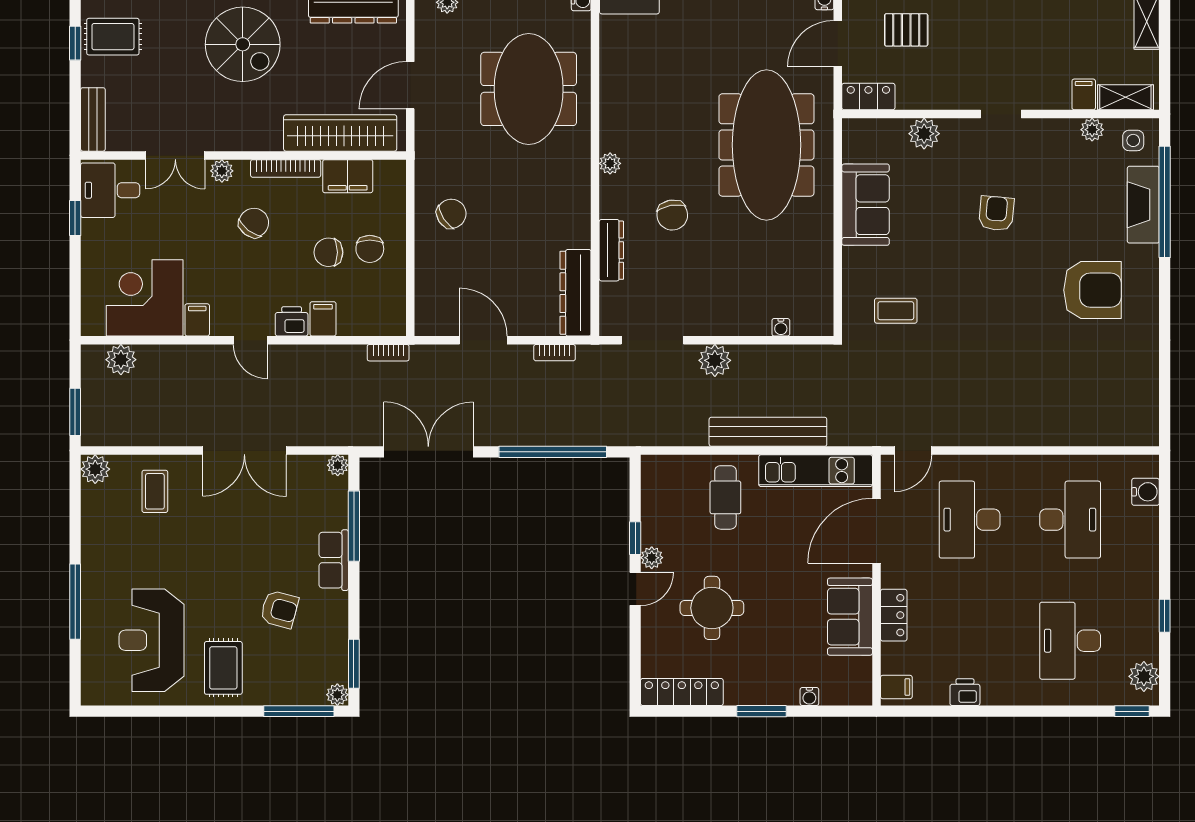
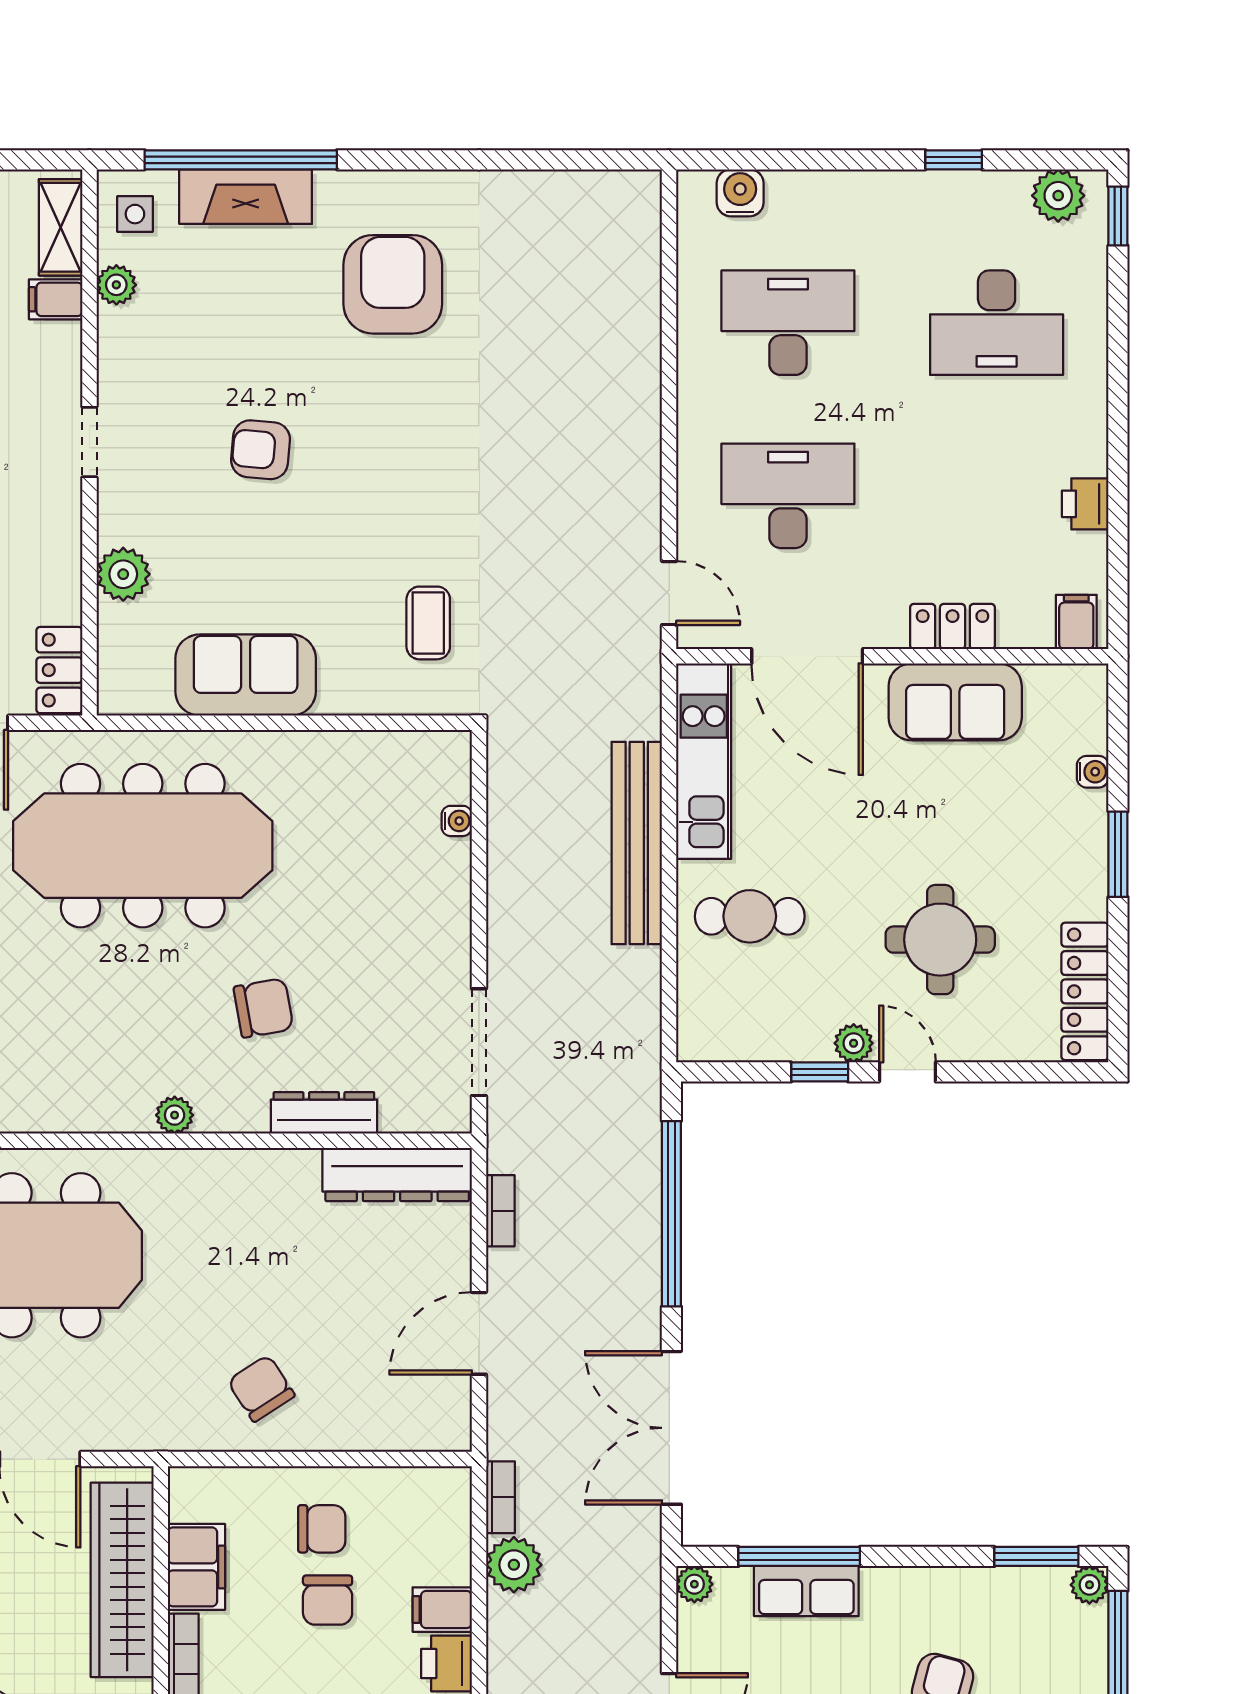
plant: (715, 360) -> (514, 1565), moved
desk: (970, 520) -> (788, 496), turned 180
row of seats: (334, 560) -> (806, 1591), moved

